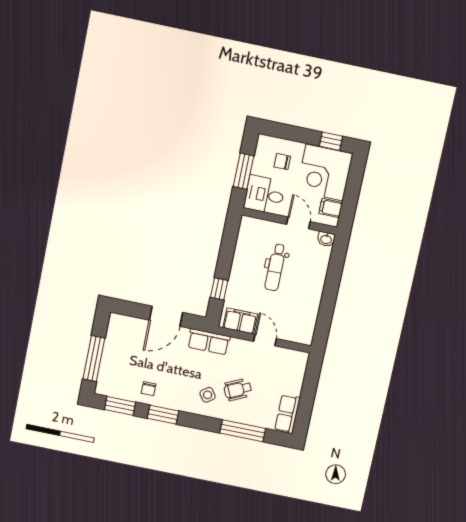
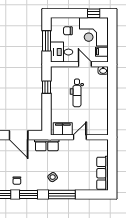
window: (219, 289) -> (47, 87), moved
door: (166, 316) -> (19, 135), hinge flipped
door: (265, 340) -> (80, 137), hinge flipped
wheelchair: (238, 390) -> (70, 170), removed
row of seats: (287, 414) -> (102, 173), width x1.48
window: (243, 431) -> (62, 194), moved

